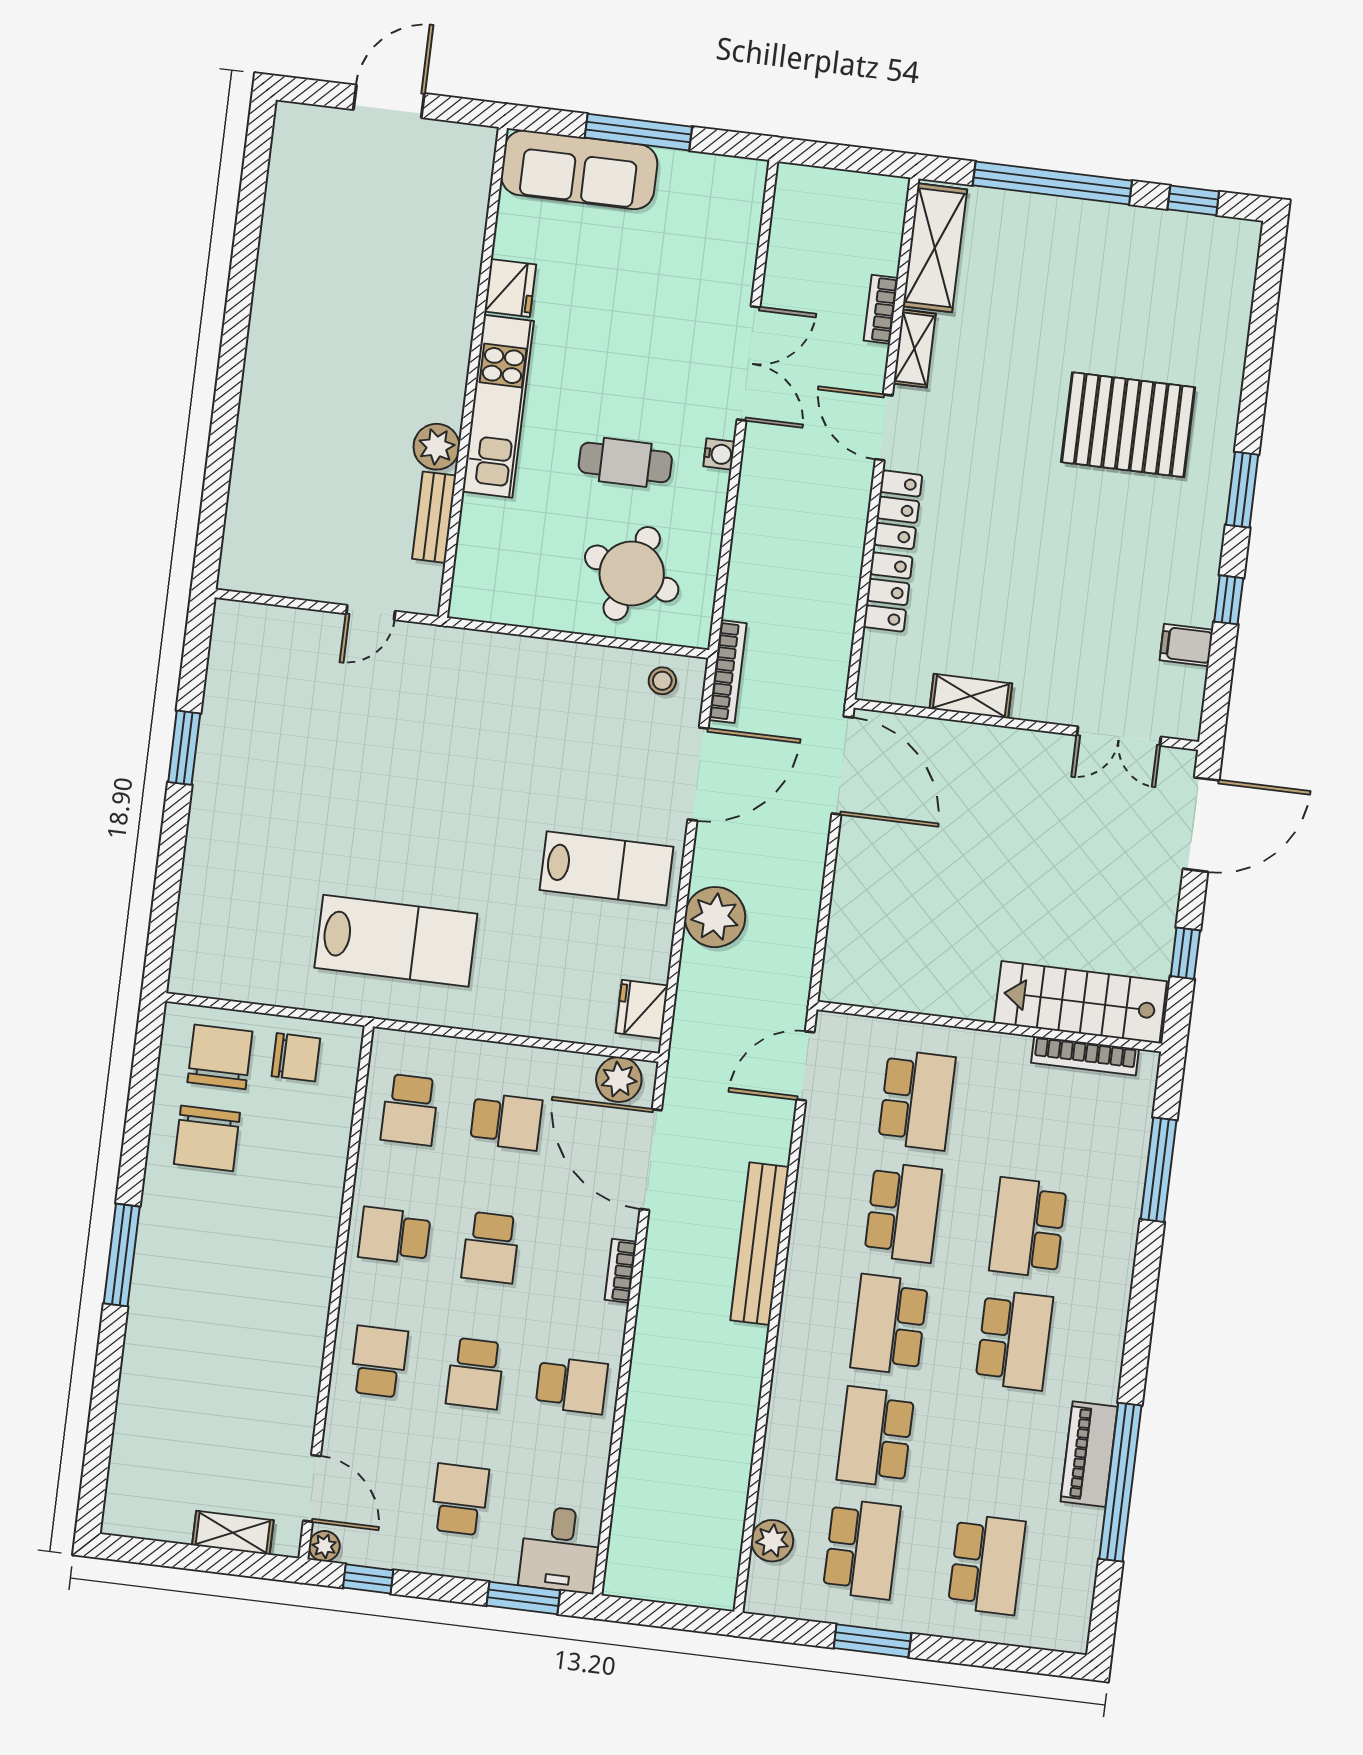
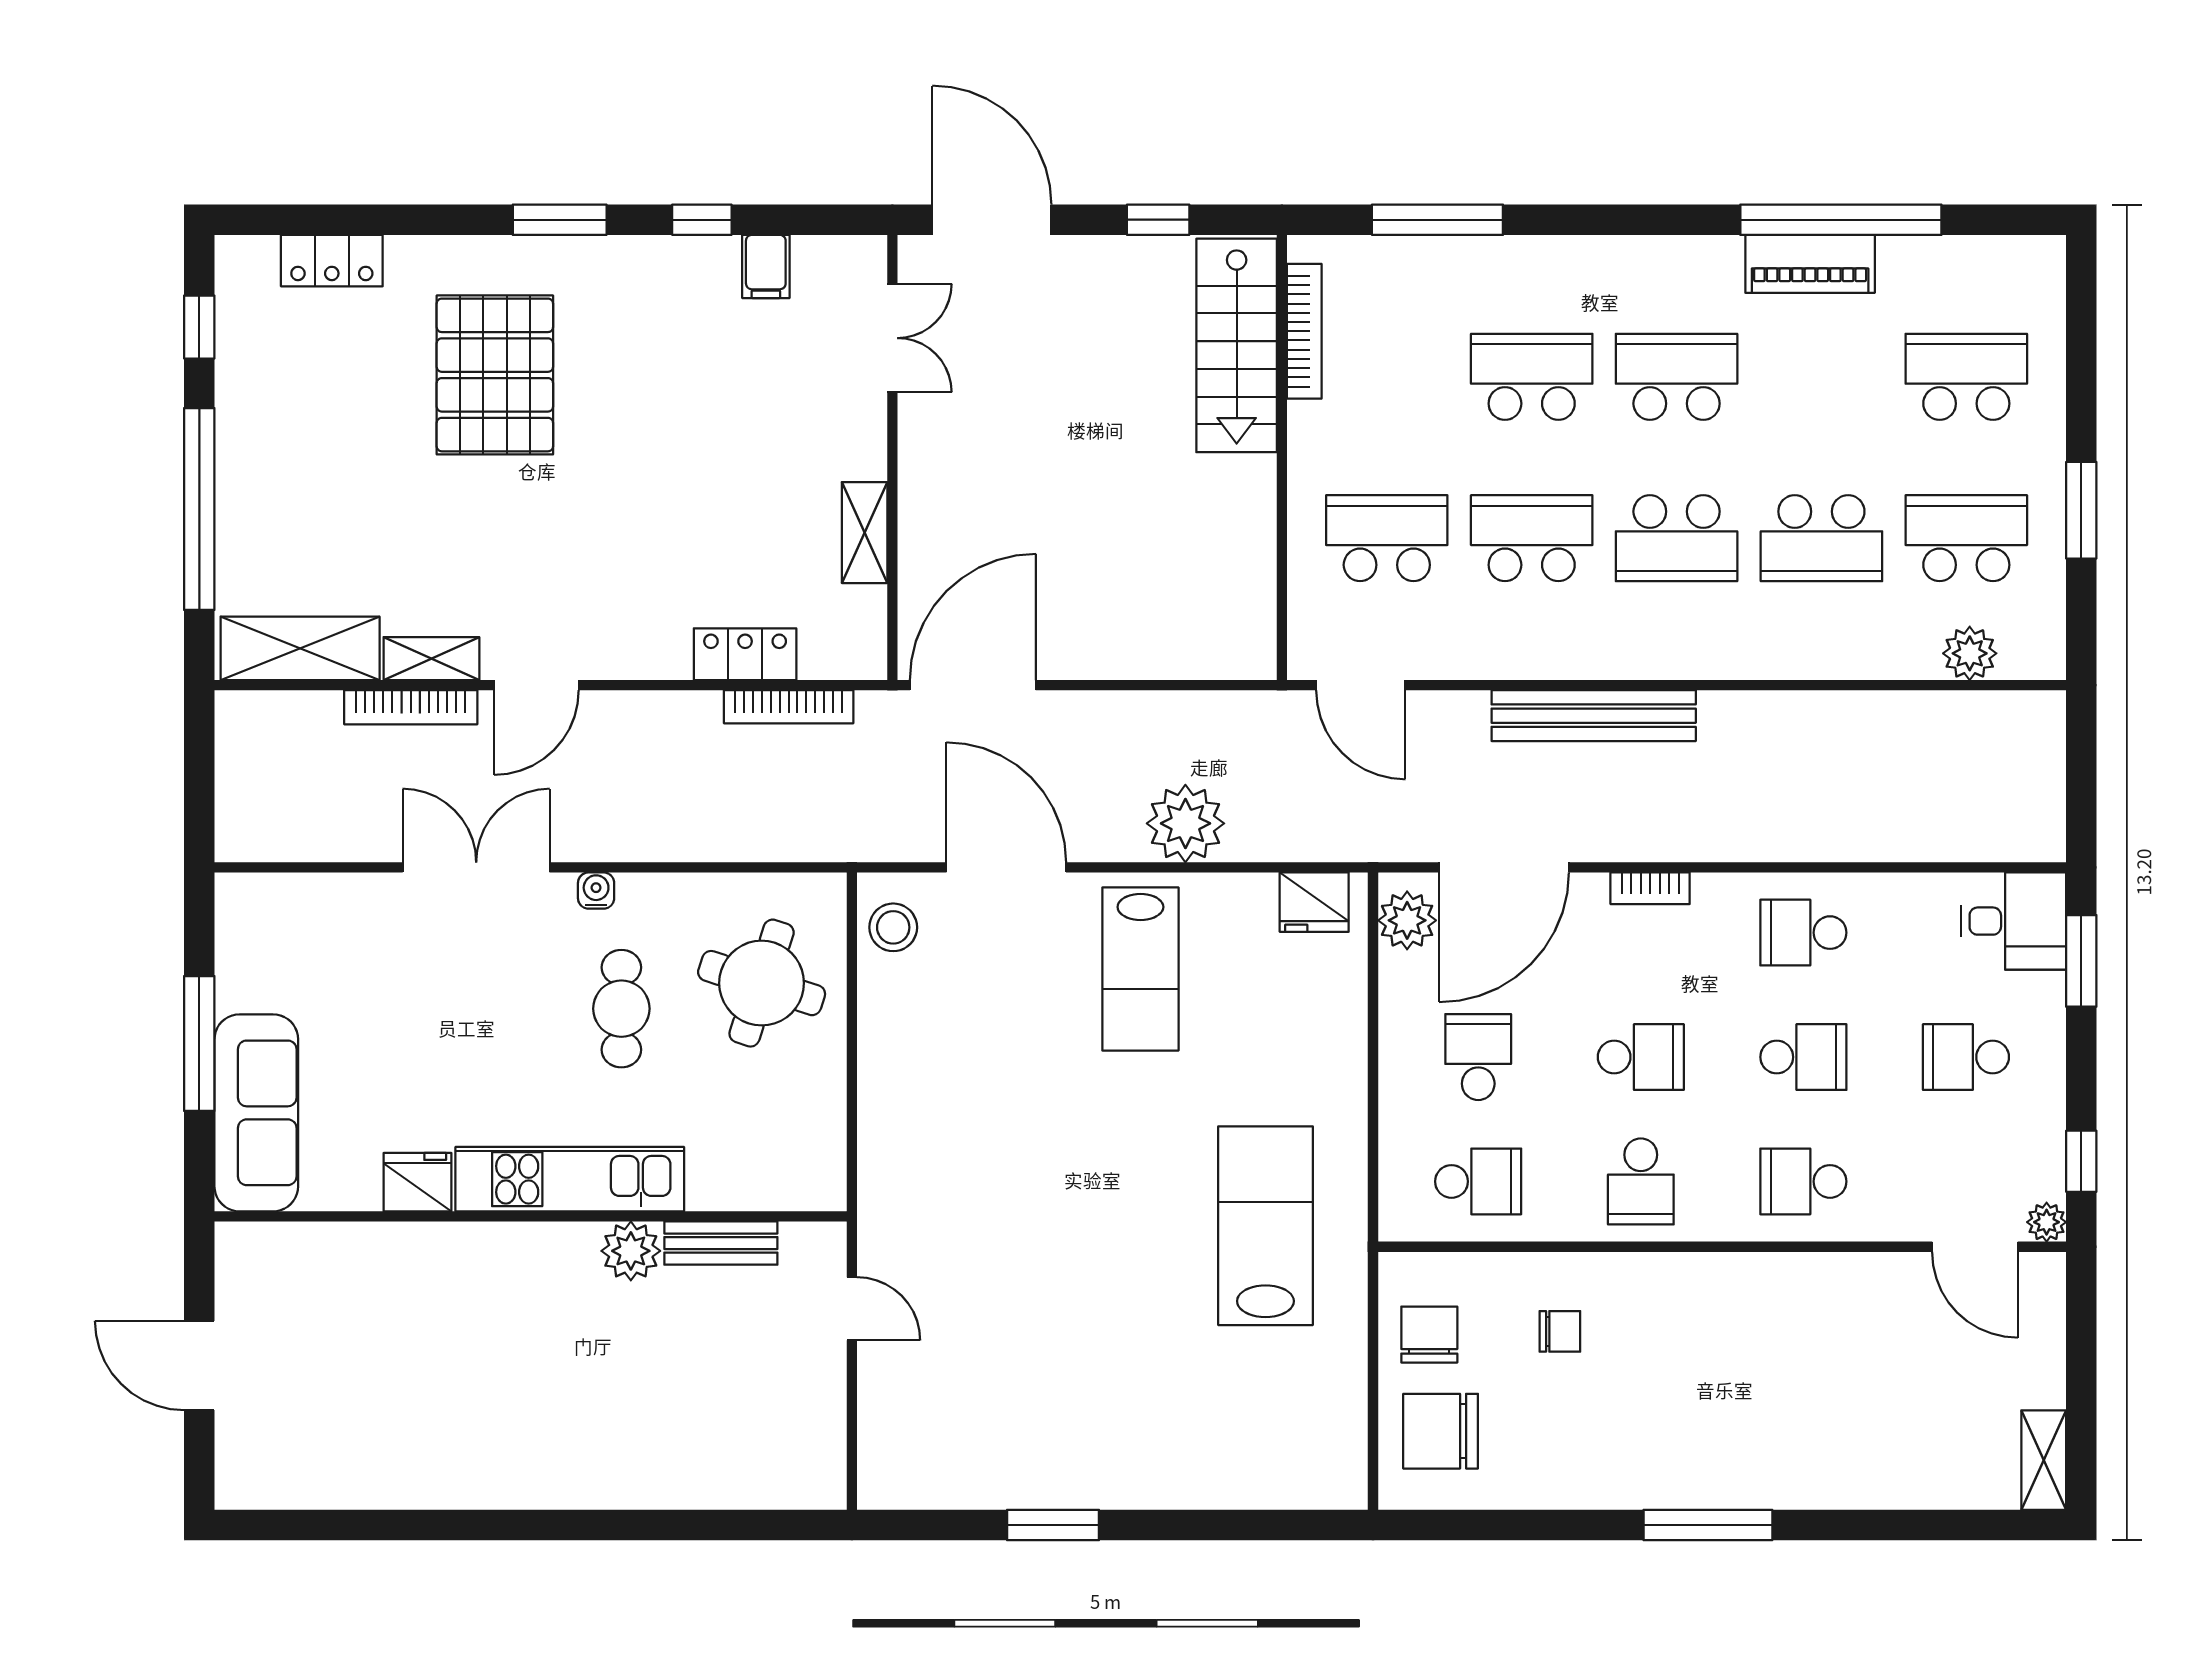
bookcase: (881, 309) -> (411, 707), width x1.56
locker: (898, 510) -> (332, 261), moved, turned 180
bookcase: (728, 672) -> (789, 707), moved, turned 180
stool: (662, 681) -> (893, 927), width x1.37, depth x1.37
lab bench: (607, 868) -> (1140, 969), turned 180
chair: (207, 1138) -> (1560, 1331), moved, width x0.54, depth x0.54
school desk: (1028, 1228) -> (1532, 377), turned 180
school desk: (572, 1385) -> (1803, 933), turned -90
door: (312, 1488) -> (1975, 1247), swing flipped
shelving: (233, 1533) -> (2044, 1460), moved

